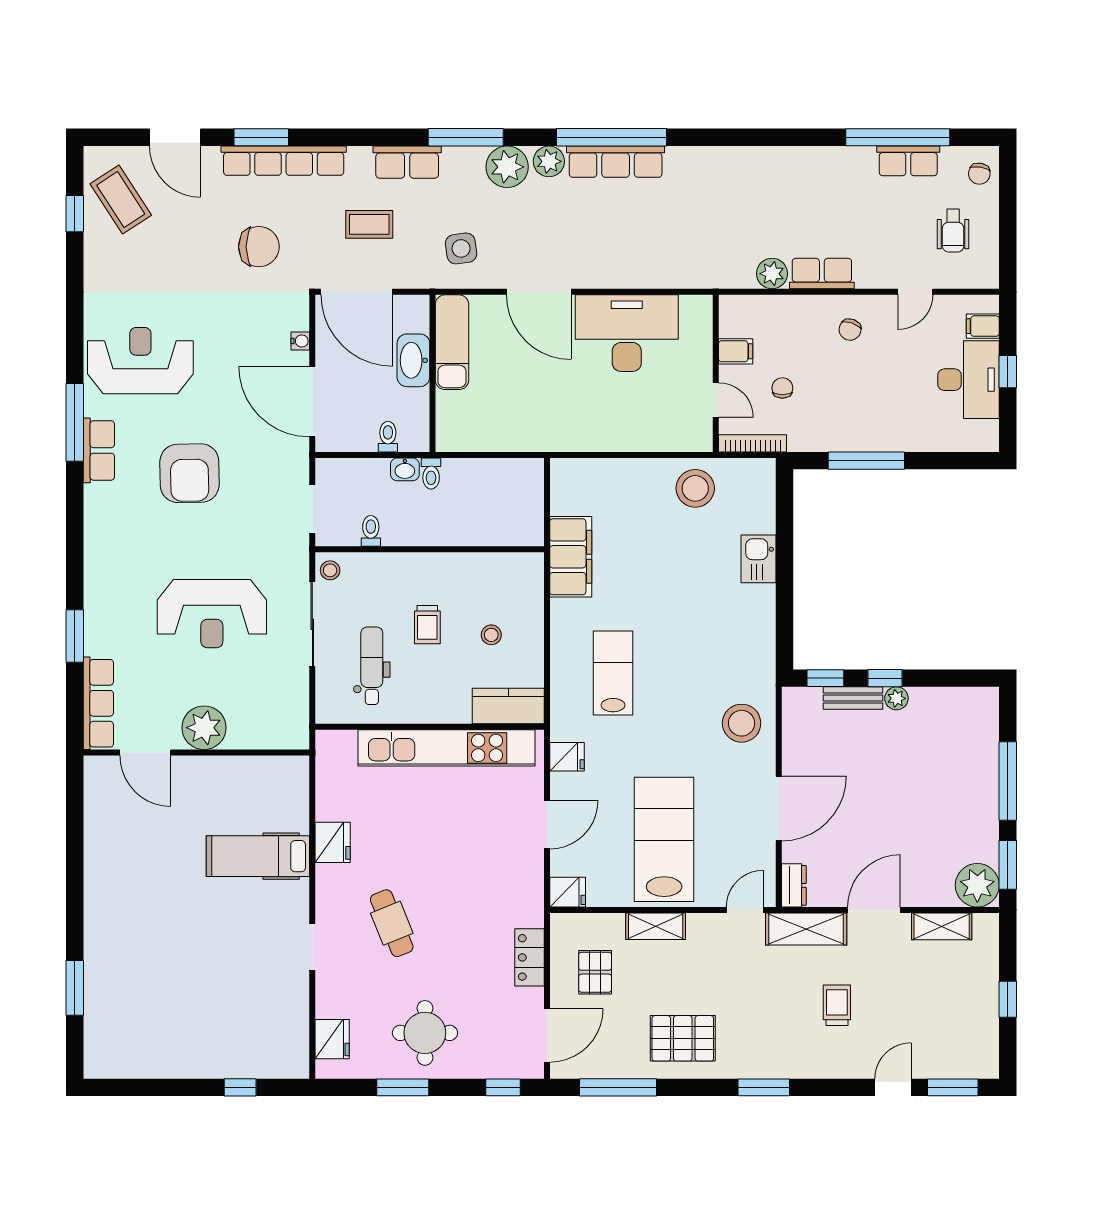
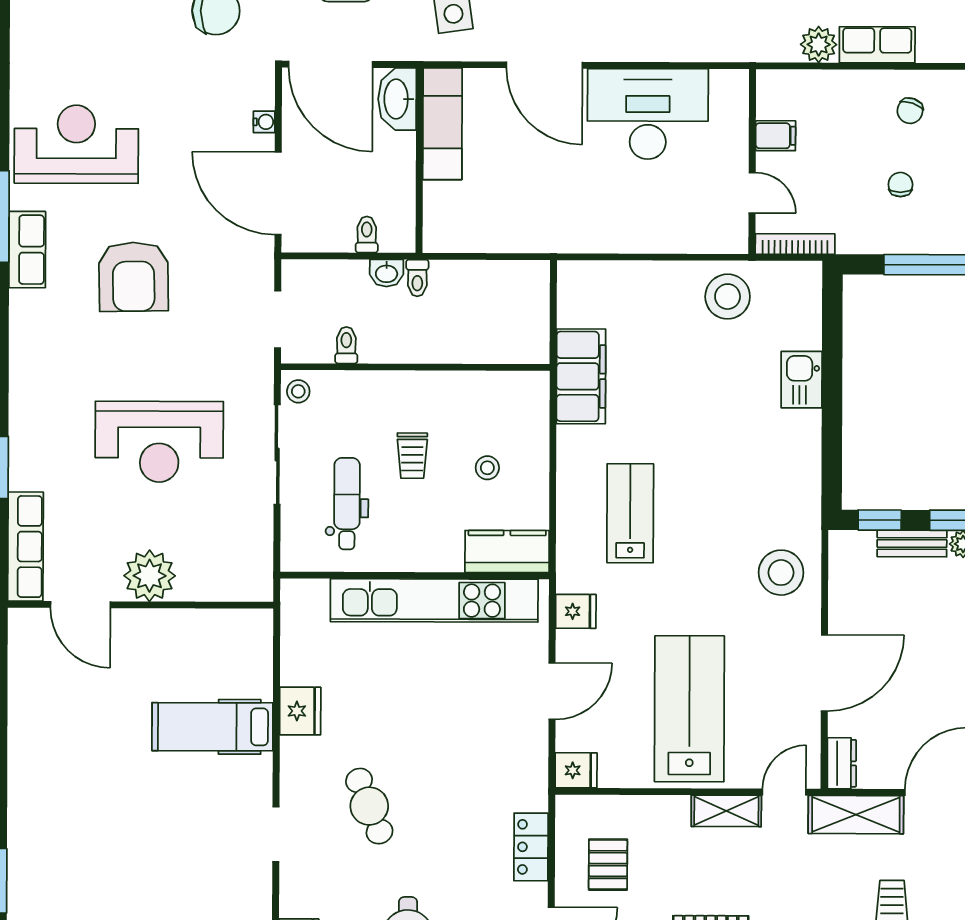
washbasin: (413, 360) -> (397, 99), moved
chair: (782, 388) -> (900, 185), moved
shelving: (656, 926) -> (726, 811), moved

